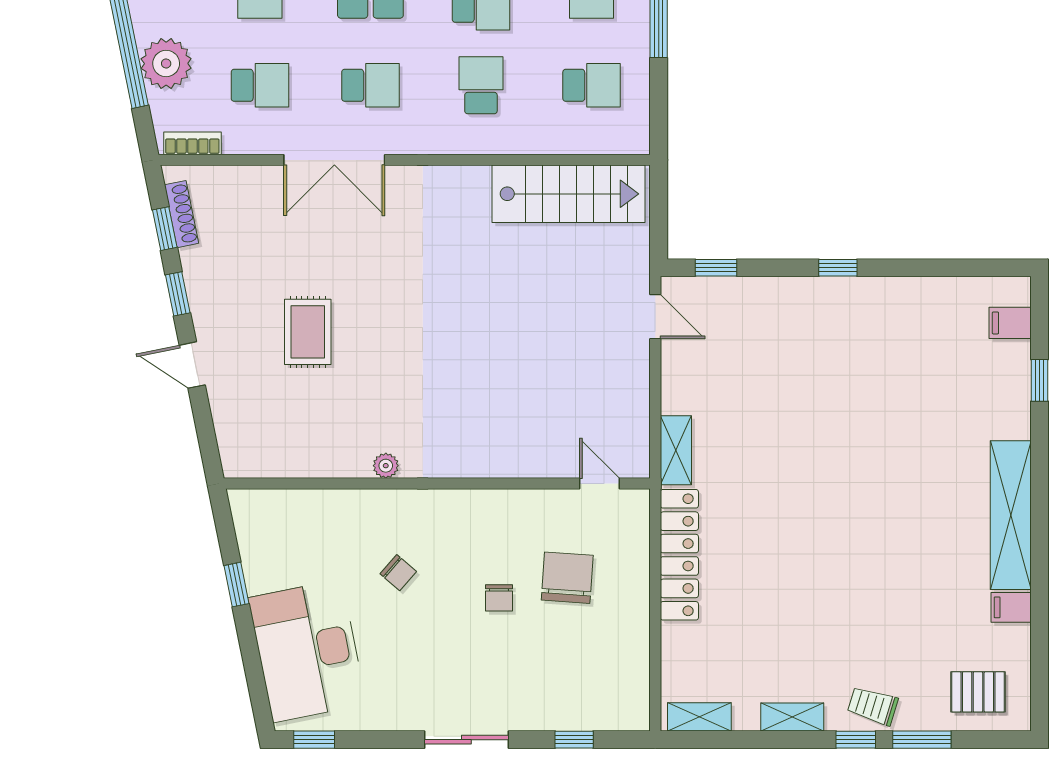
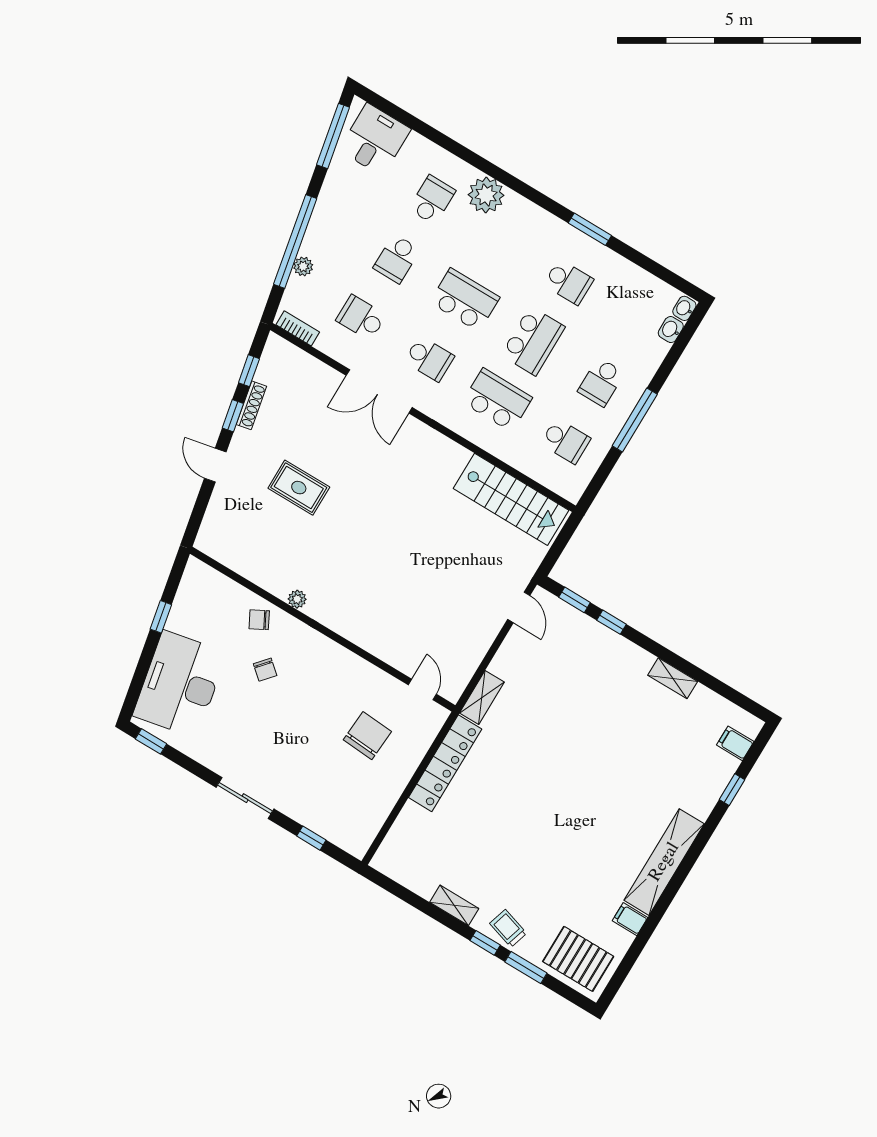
plant: (166, 64) -> (303, 266), width x0.53, depth x0.53
school desk: (260, 85) -> (361, 318), turned 180
school desk: (481, 85) -> (497, 400), width x1.85
shoe rack: (182, 214) -> (251, 405), moved
window: (838, 268) -> (611, 622), moved
rug: (308, 332) -> (299, 488), turned 90
chair: (499, 598) -> (259, 620), moved, turned 62
pallet: (978, 692) -> (578, 959), width x1.50, depth x1.42
shelving: (699, 717) -> (673, 678), moved

